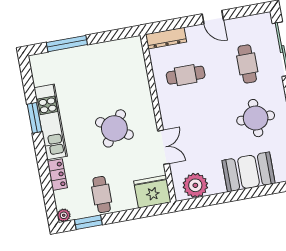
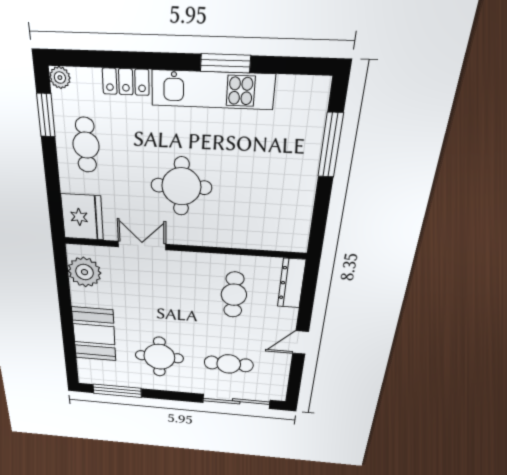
round table: (114, 128) -> (181, 186), turned -34
double door: (163, 147) -> (142, 246), swing flipped
cafe table: (102, 195) -> (86, 145), turned 90

